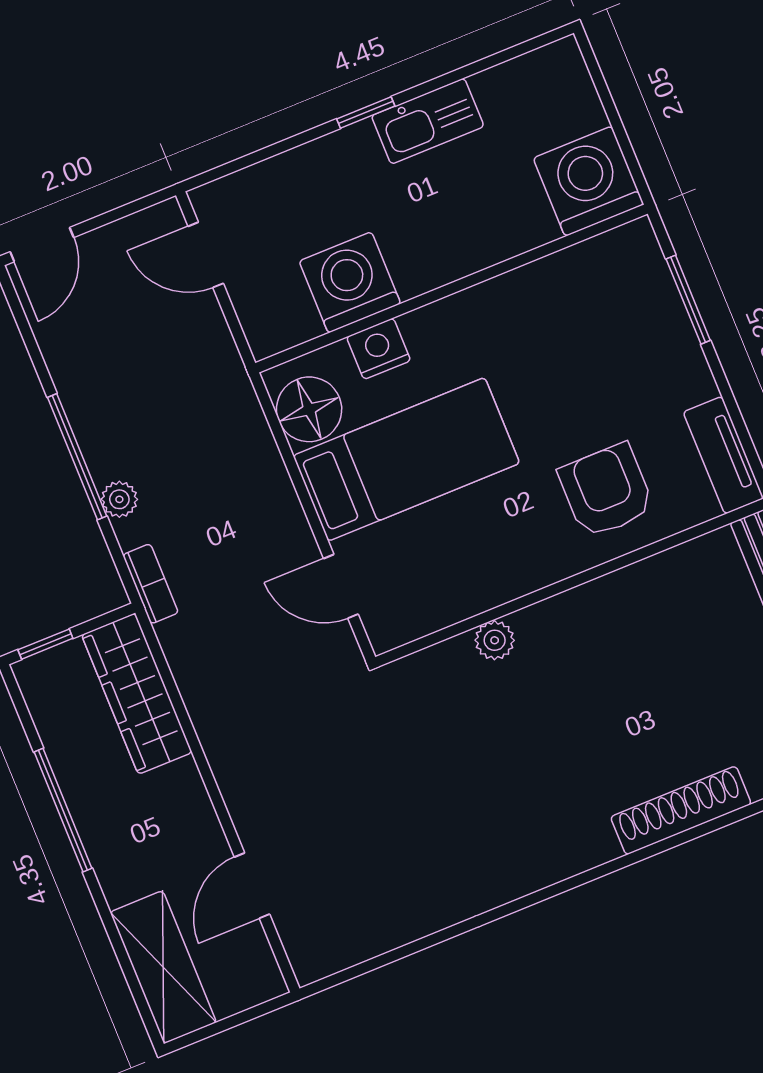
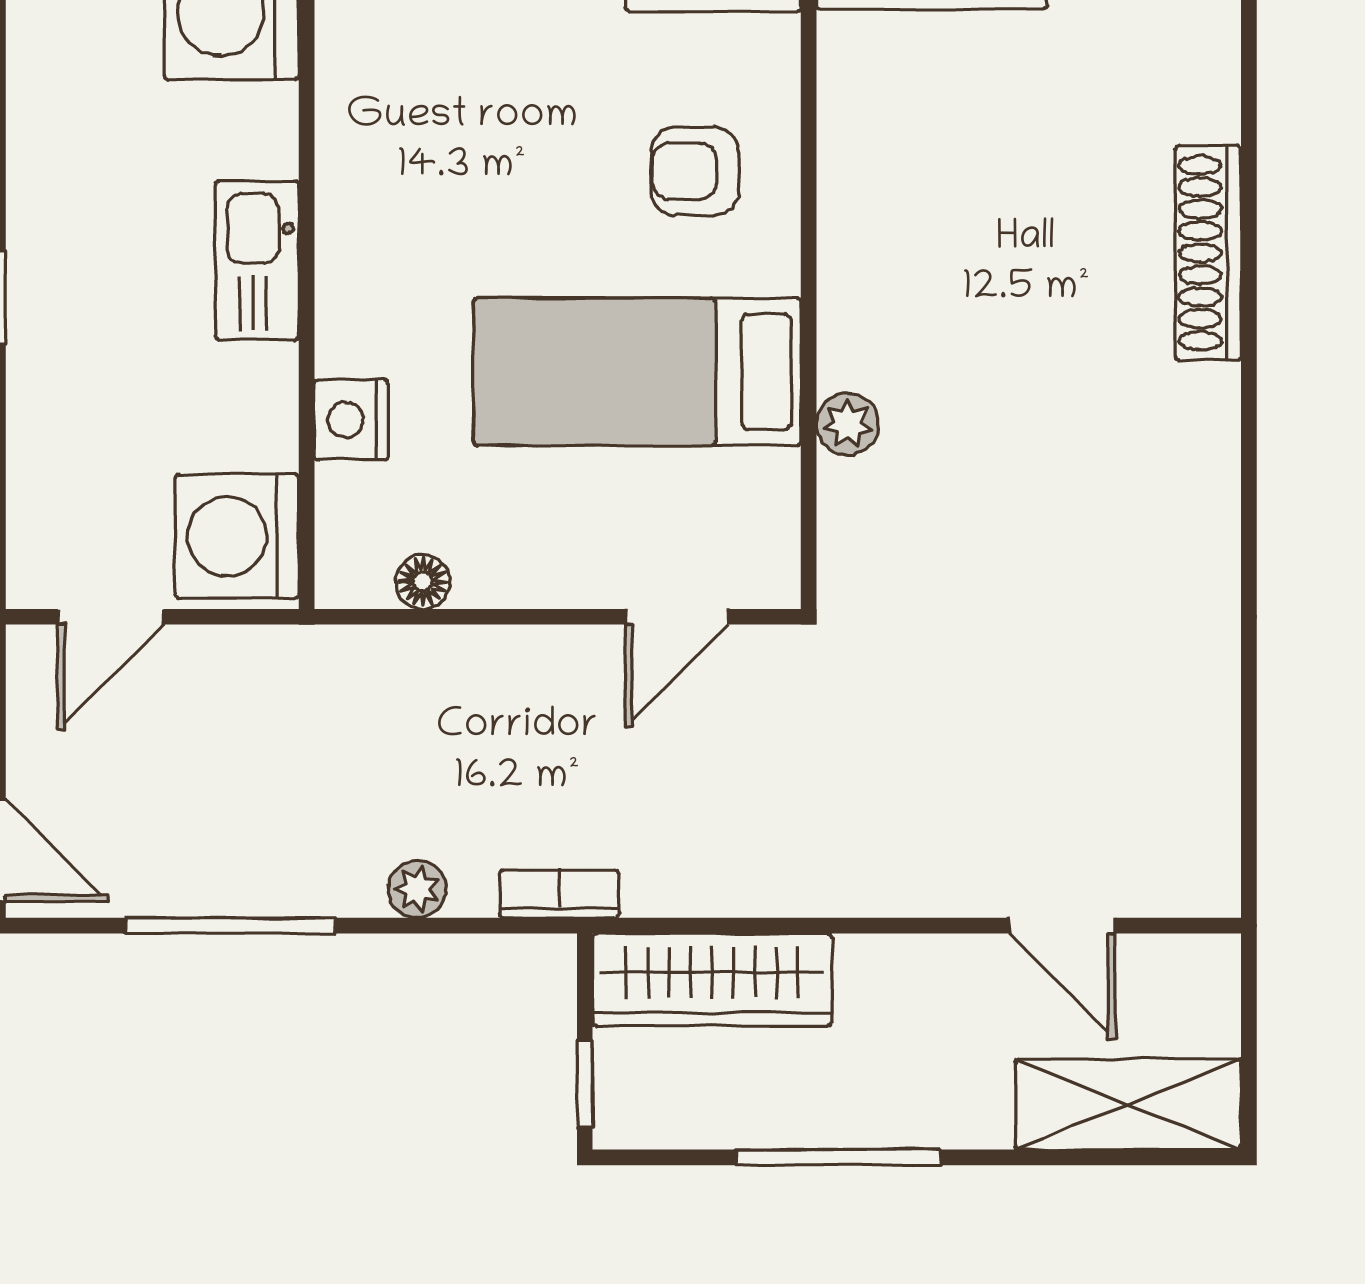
kitchen sink: (428, 121) -> (257, 260), moved, turned 180
washing machine: (350, 282) -> (237, 536), moved
floor lamp: (309, 409) -> (423, 582), width x0.53, depth x0.53
window: (77, 457) -> (231, 926), moved
bed: (406, 459) -> (637, 372), moved, turned -90
armchair: (606, 491) -> (695, 171), width x0.72, depth x0.72

